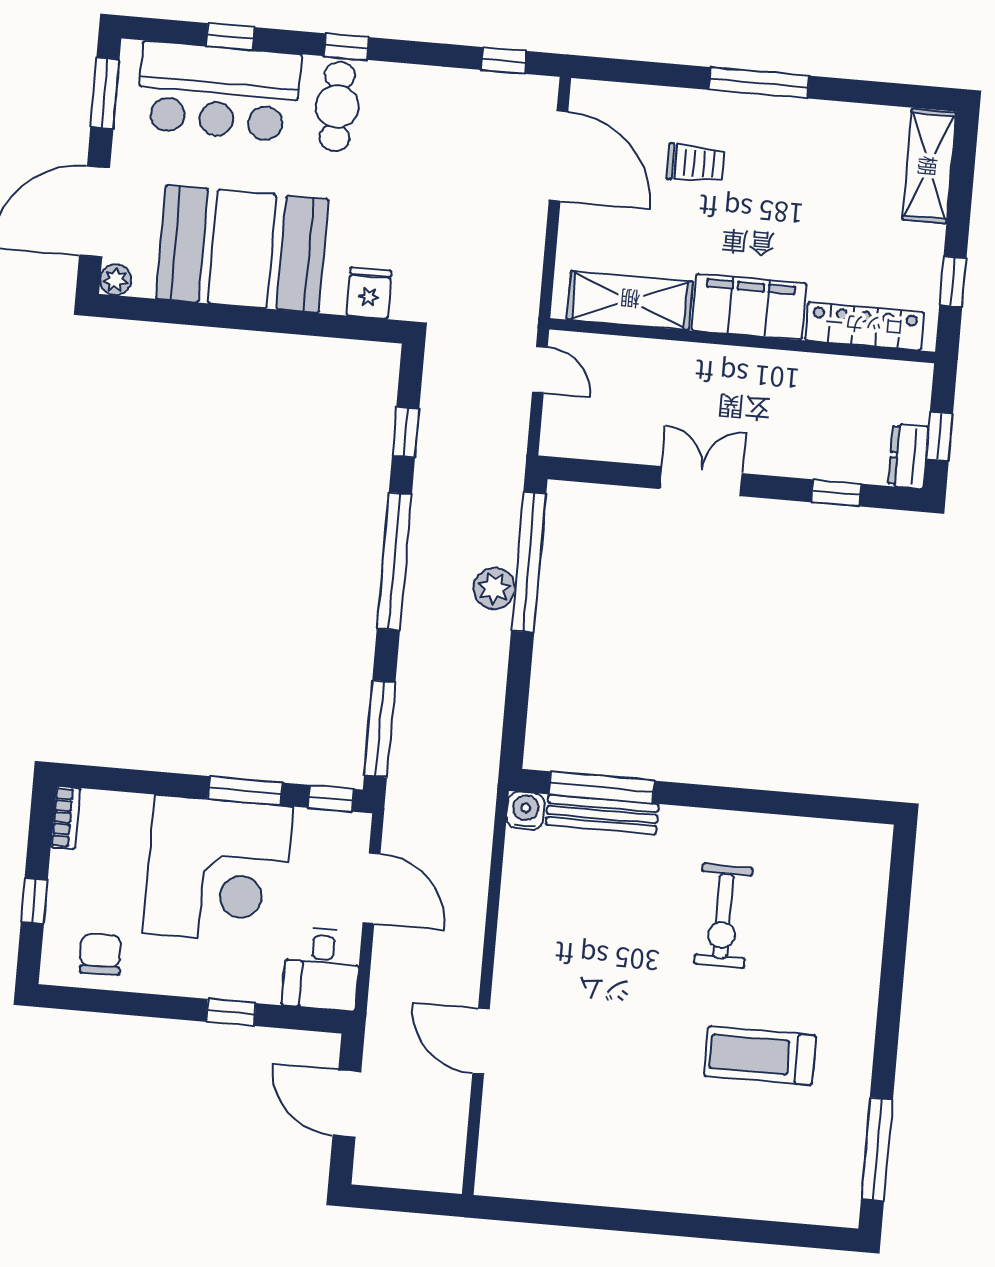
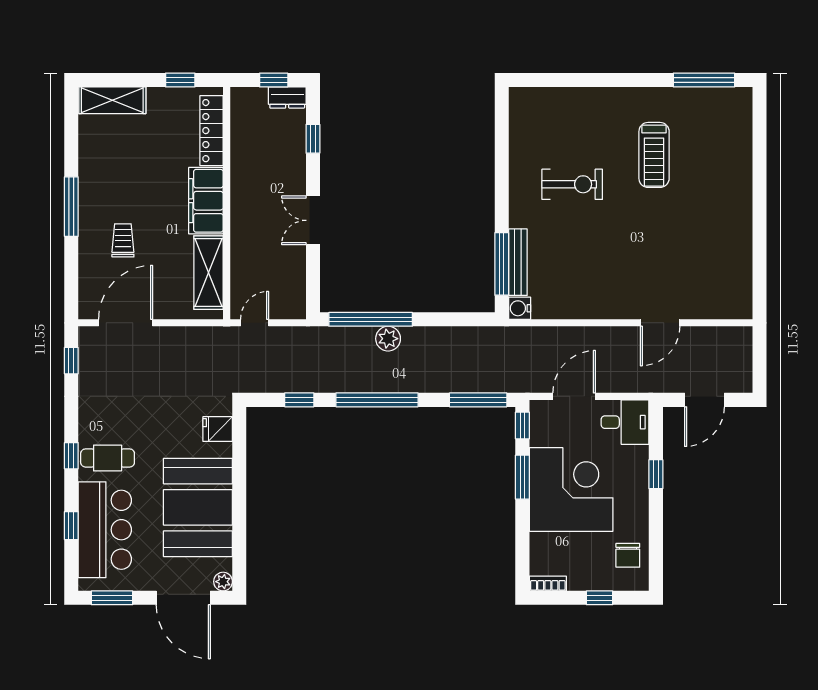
chair: (100, 954) -> (628, 555), turned -88

